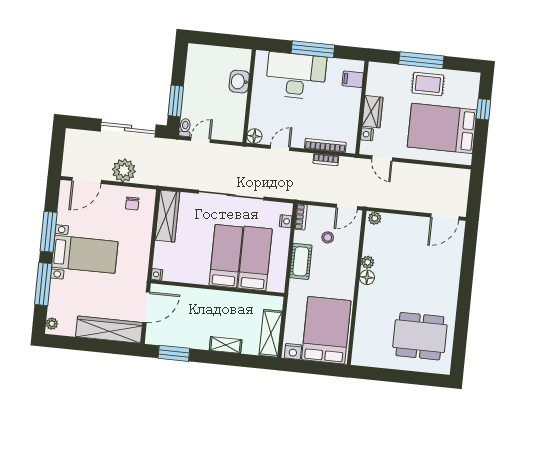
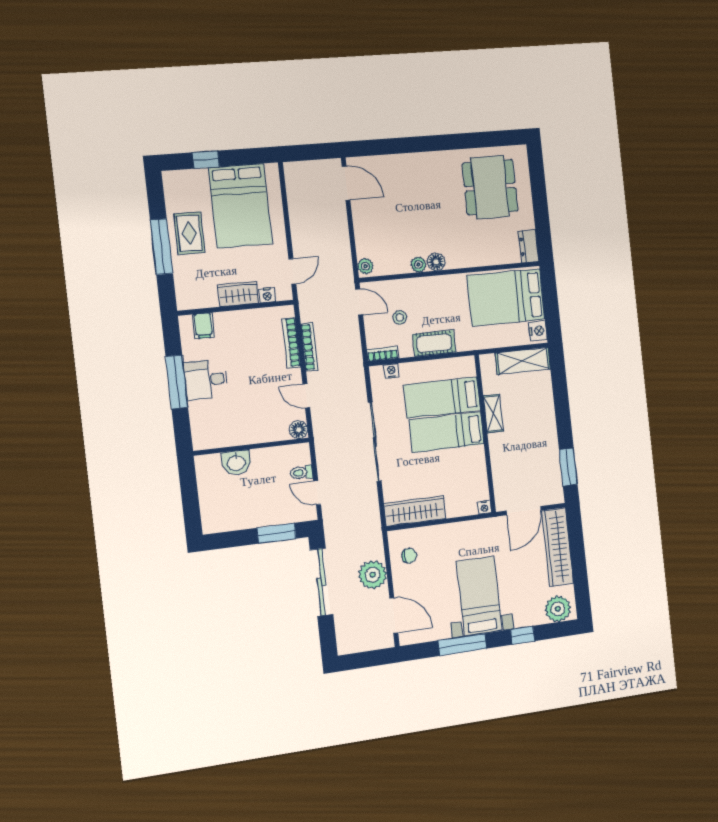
desk: (296, 76) -> (206, 380), width x0.53, depth x0.77
toilet: (185, 127) -> (301, 473), moved
bookcase: (326, 160) -> (309, 347), width x1.56
window: (43, 284) -> (523, 635), width x0.46
door: (146, 307) -> (524, 511), swing flipped
plant: (52, 324) -> (558, 609), width x1.88, depth x1.88
shelving: (226, 345) -> (493, 414), moved
dresser: (365, 359) -> (529, 246), added

